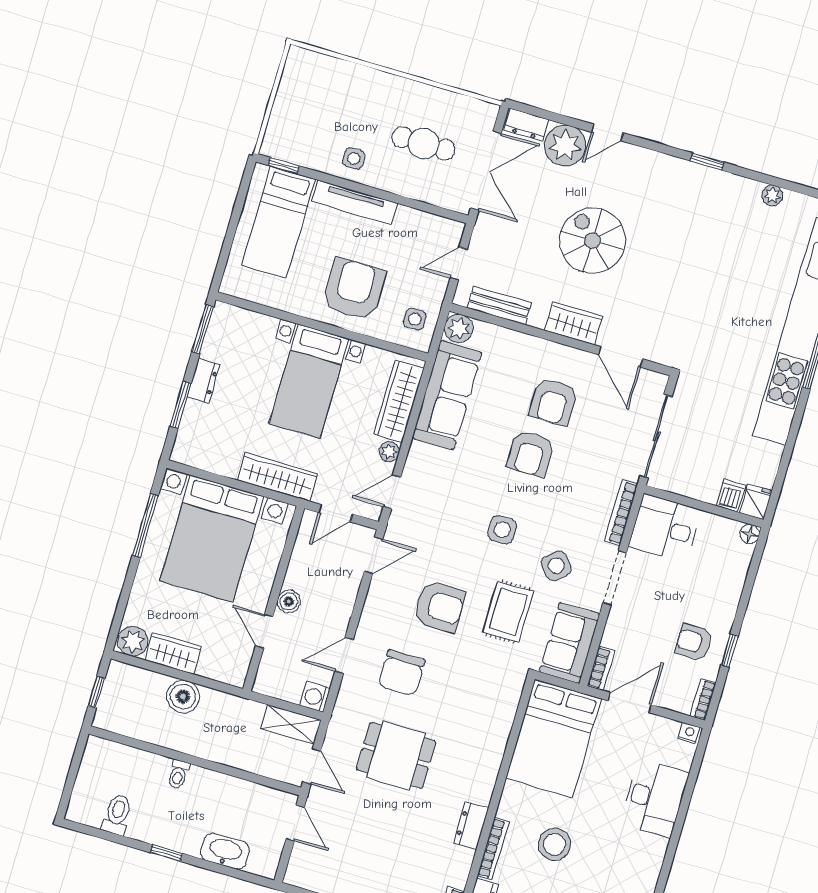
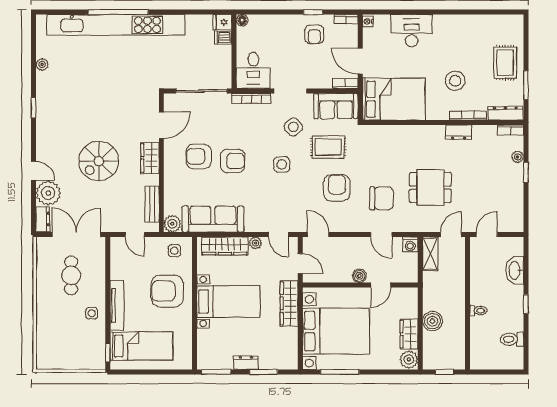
armchair: (553, 402) -> (199, 156), turned 180
dining table: (396, 755) -> (430, 188), turned 90

